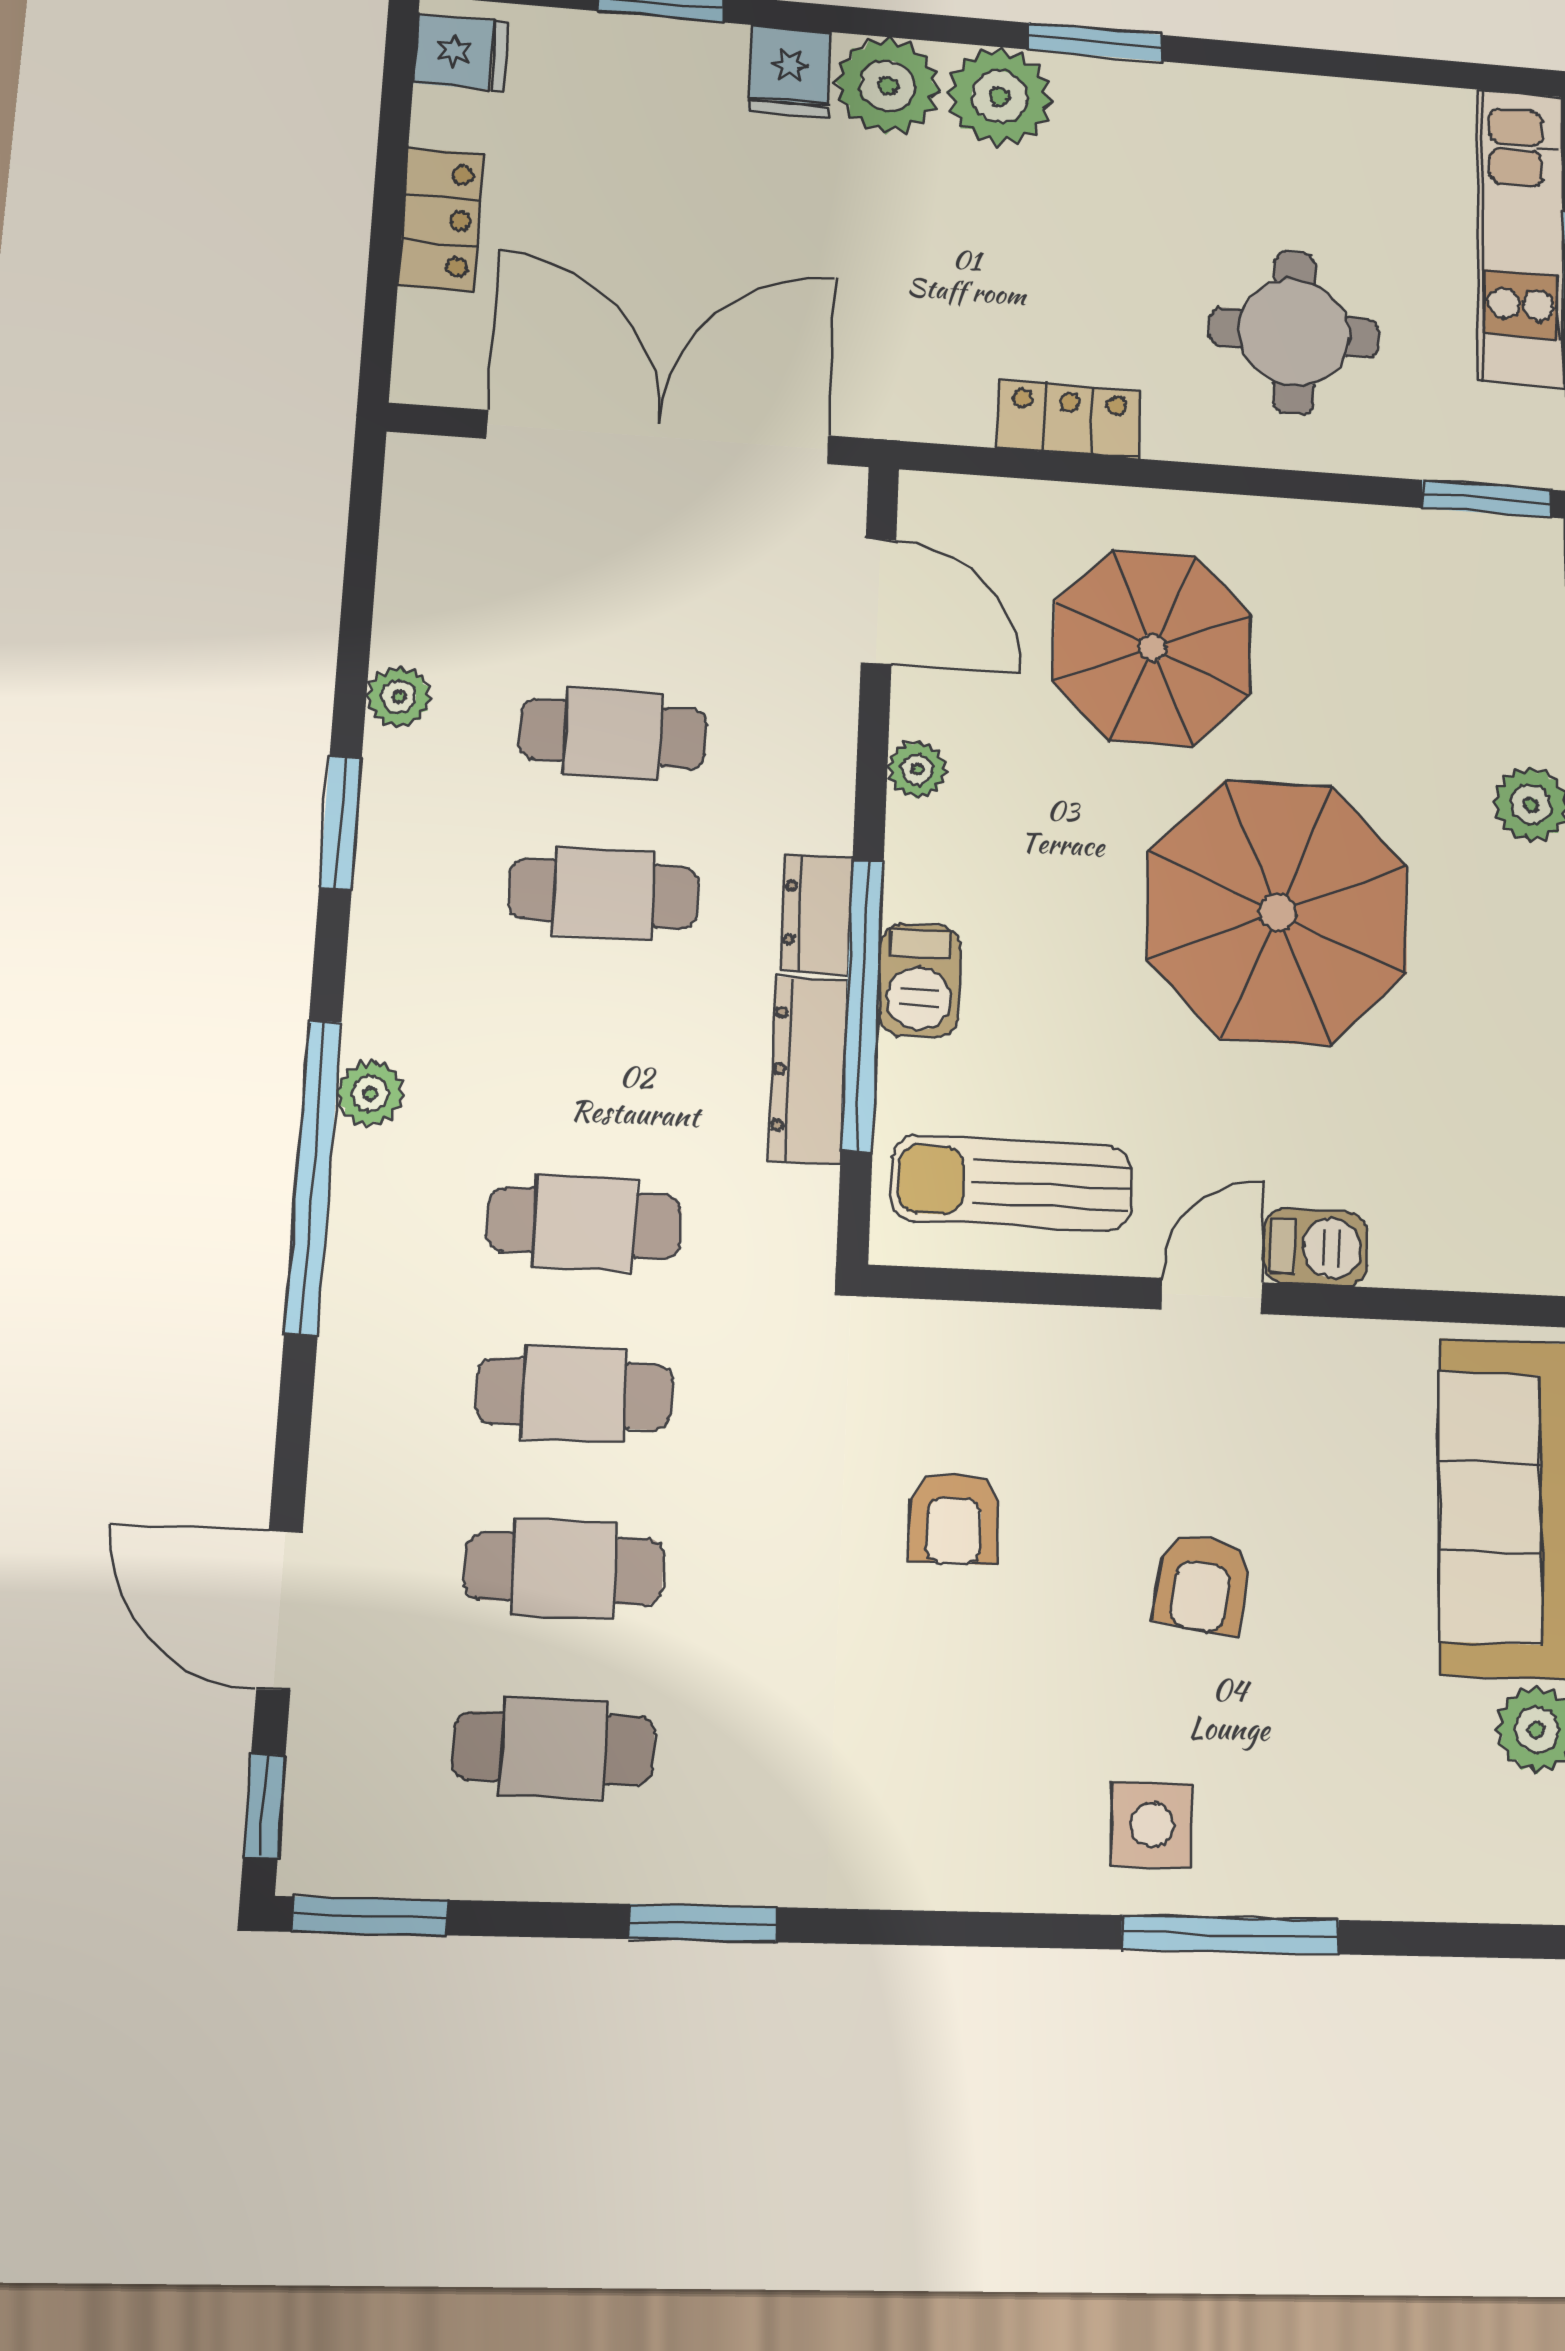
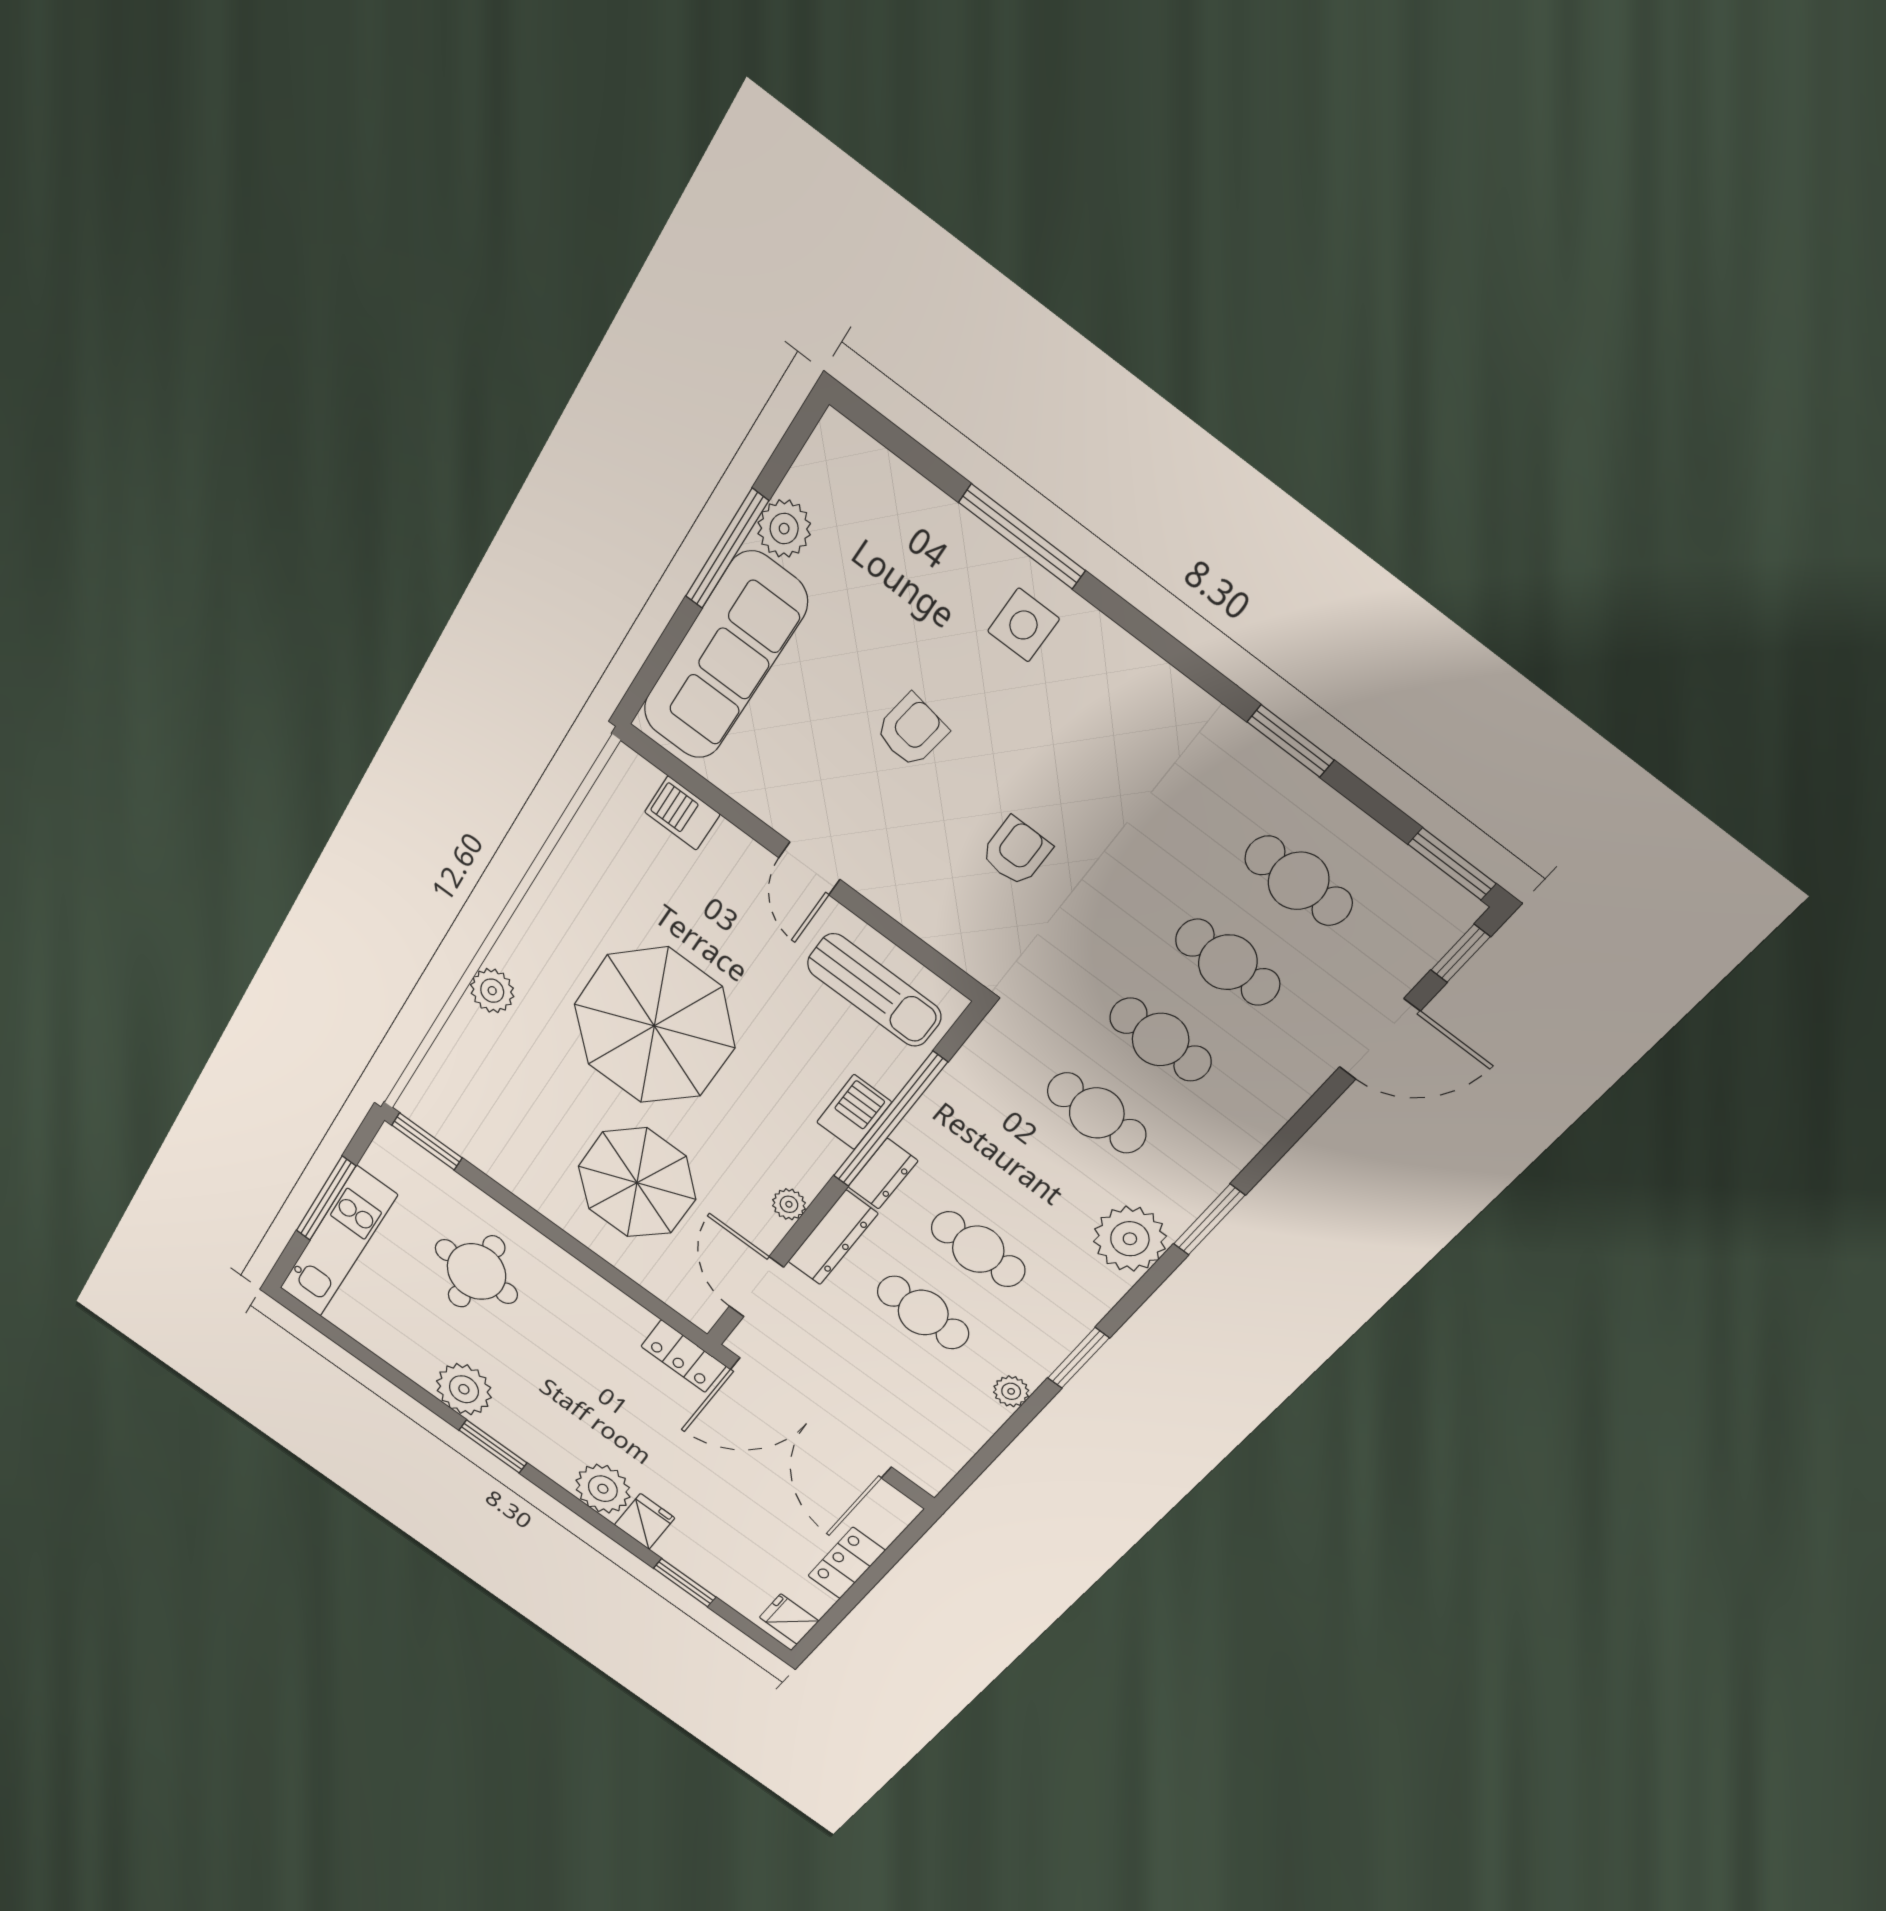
plant: (1000, 97) -> (464, 1389), moved
locker: (1069, 419) -> (683, 1356), moved
dresser: (808, 1070) -> (833, 1238), moved
plant: (370, 1093) -> (1130, 1239), width x1.88, depth x1.88
window: (313, 1176) -> (1209, 1220), width x0.47
barbecue: (1316, 1247) -> (682, 813), moved
door: (1212, 1296) -> (809, 869), hinge flipped
door: (280, 1610) -> (1379, 1039), hinge flipped

